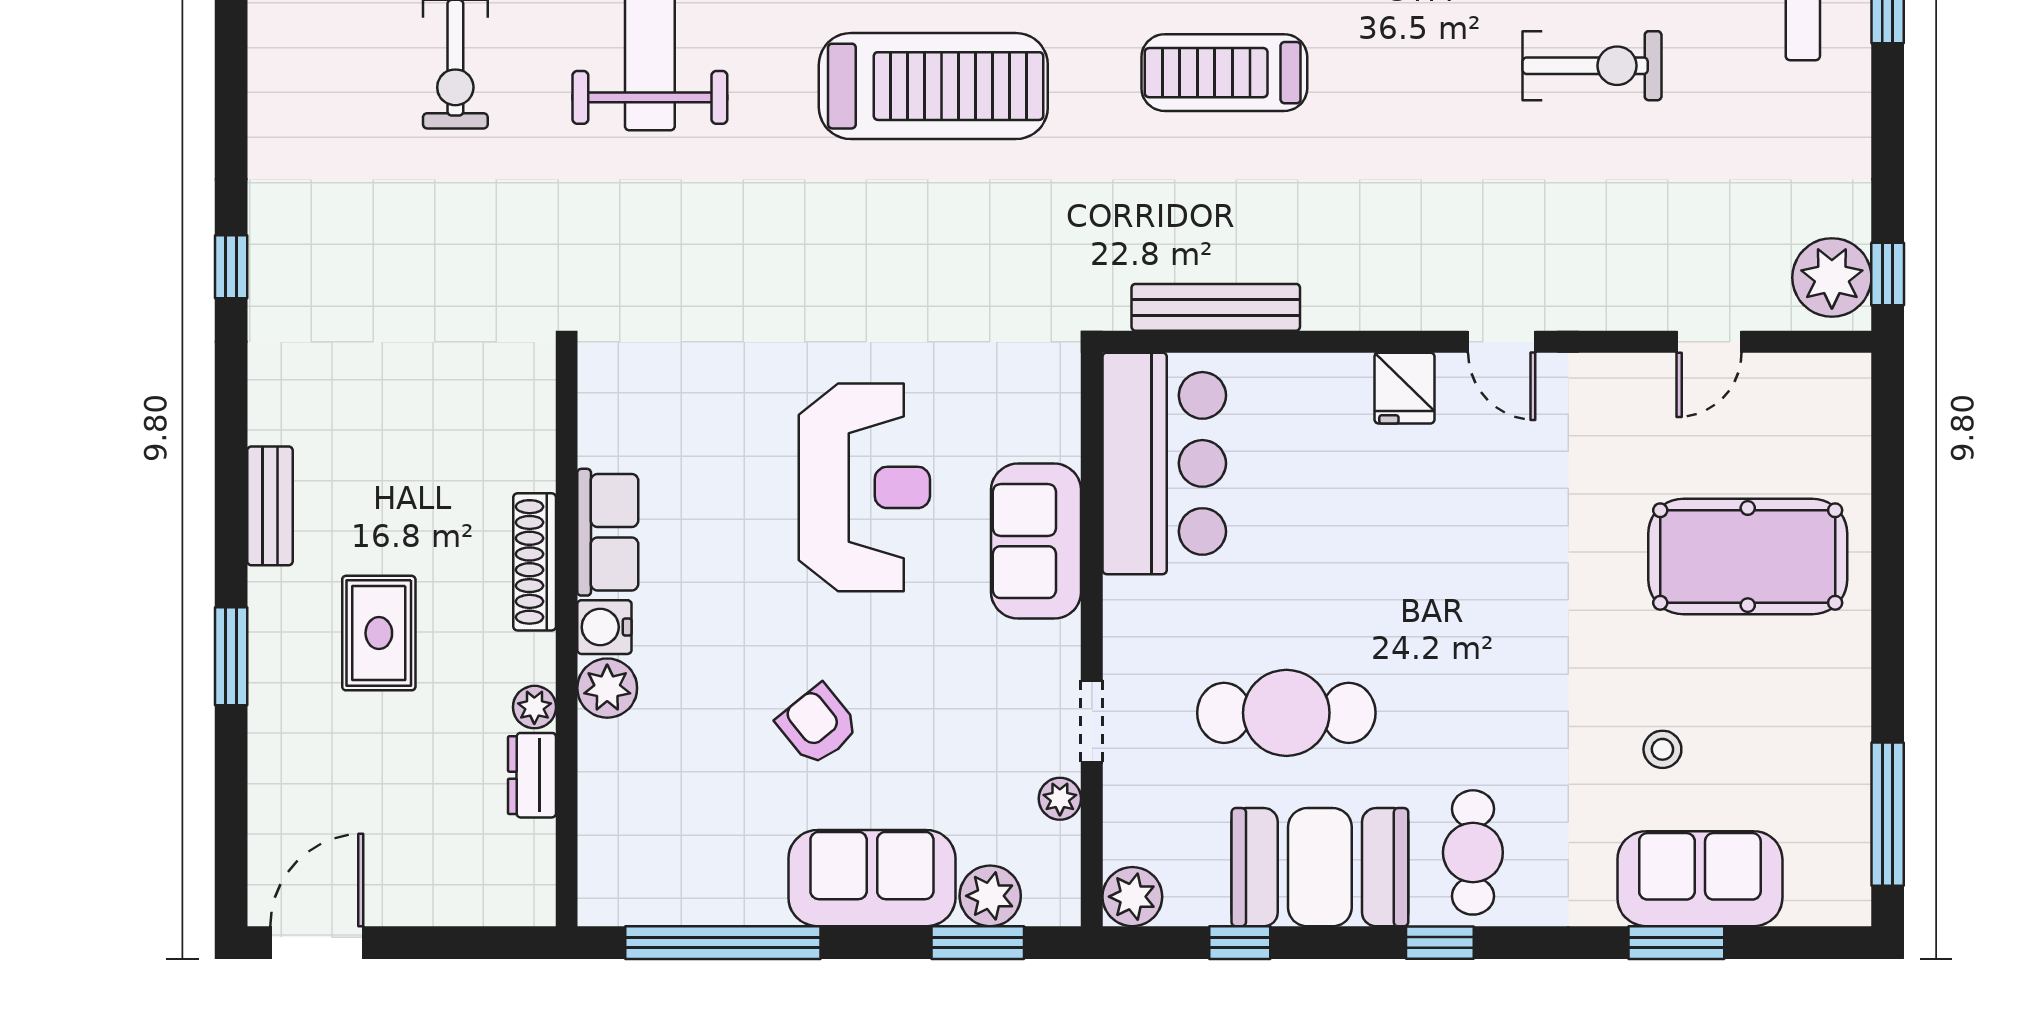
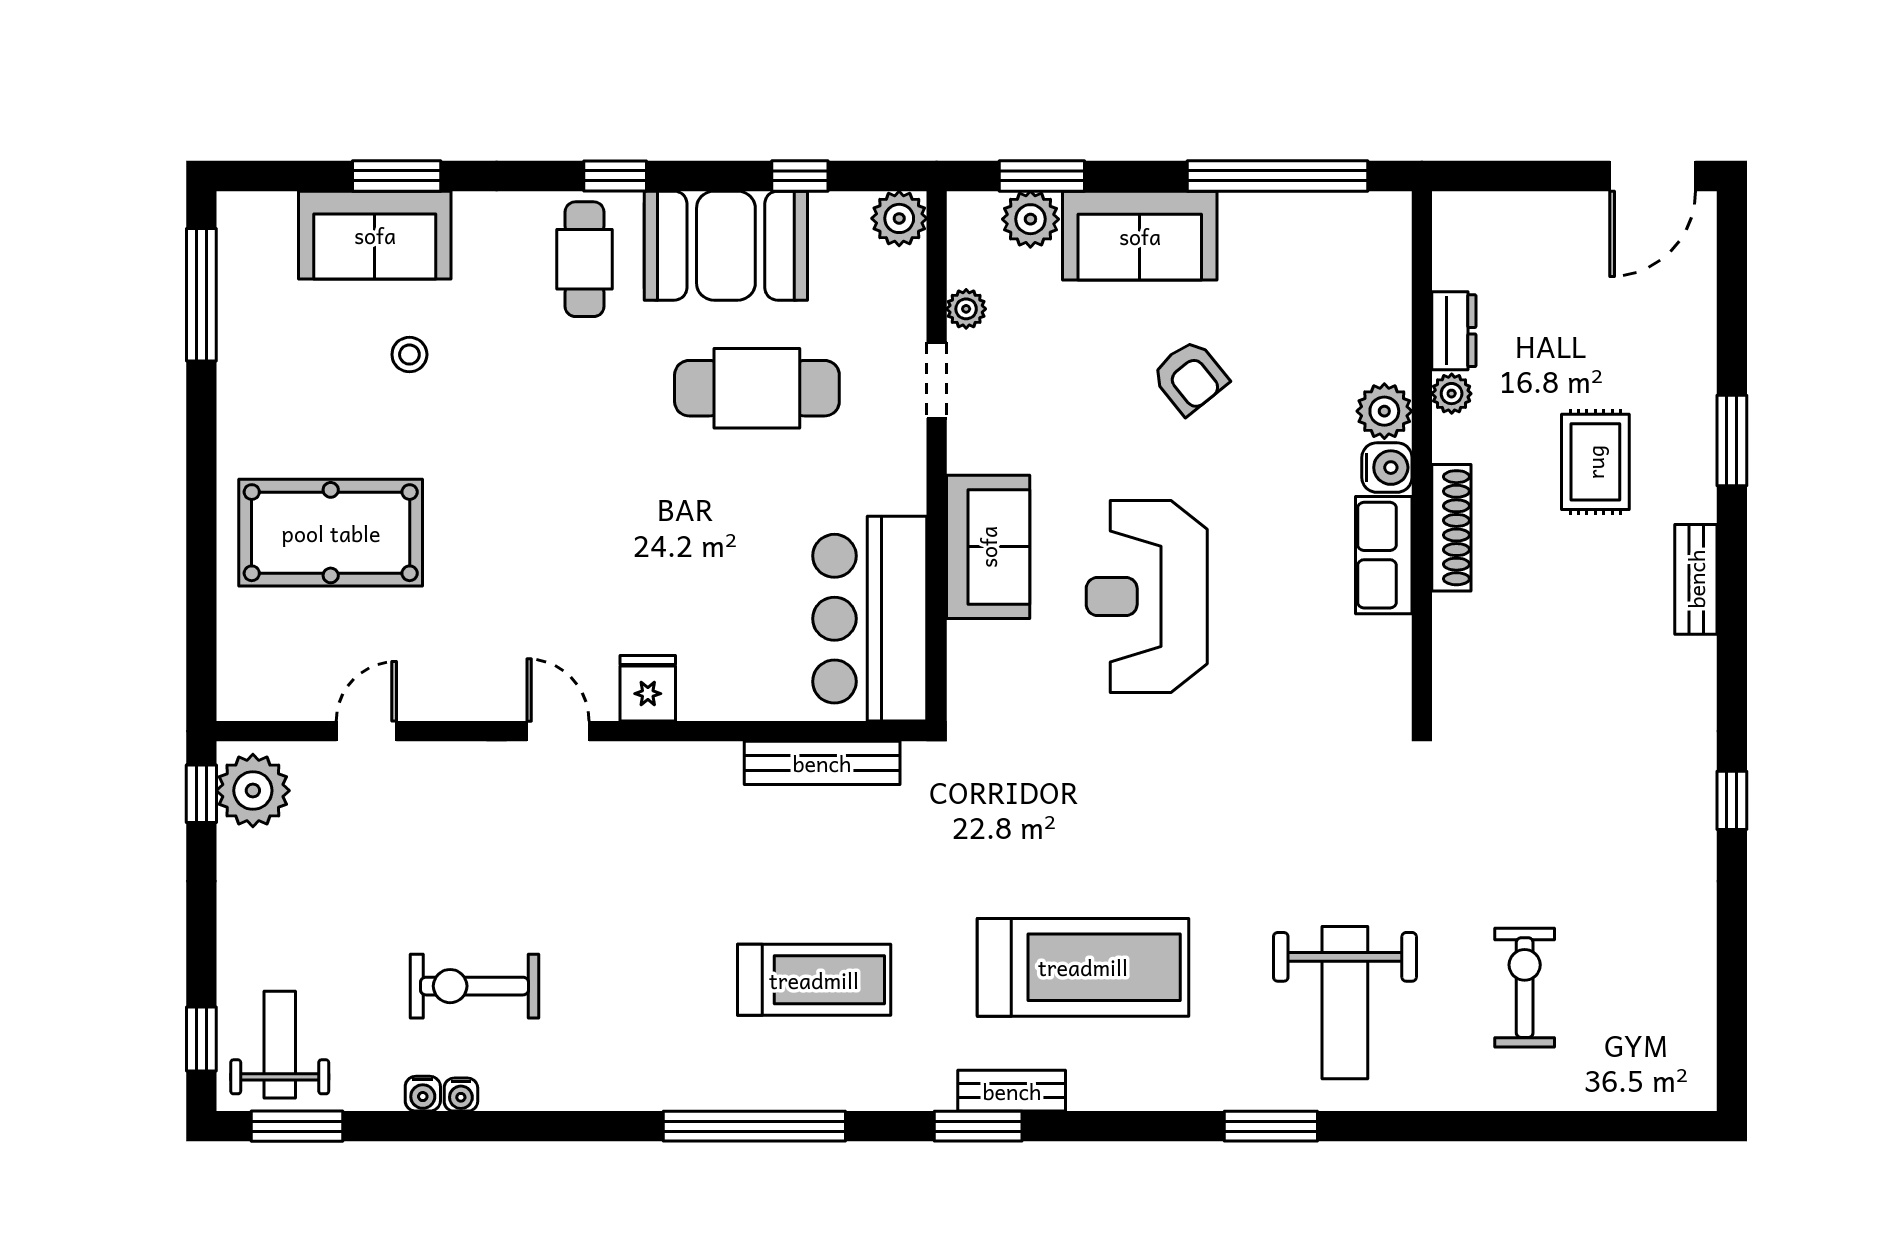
treadmill: (933, 86) -> (1083, 967), turned 180

